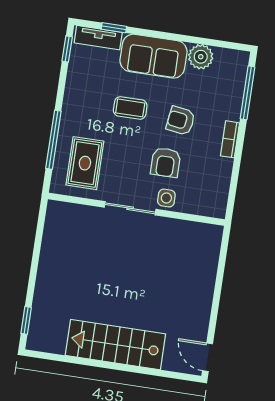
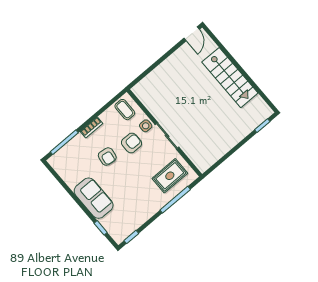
tv unit: (98, 38) -> (112, 230), removed
plant: (201, 57) -> (71, 178), removed
coffee table: (130, 108) -> (125, 110), moved

